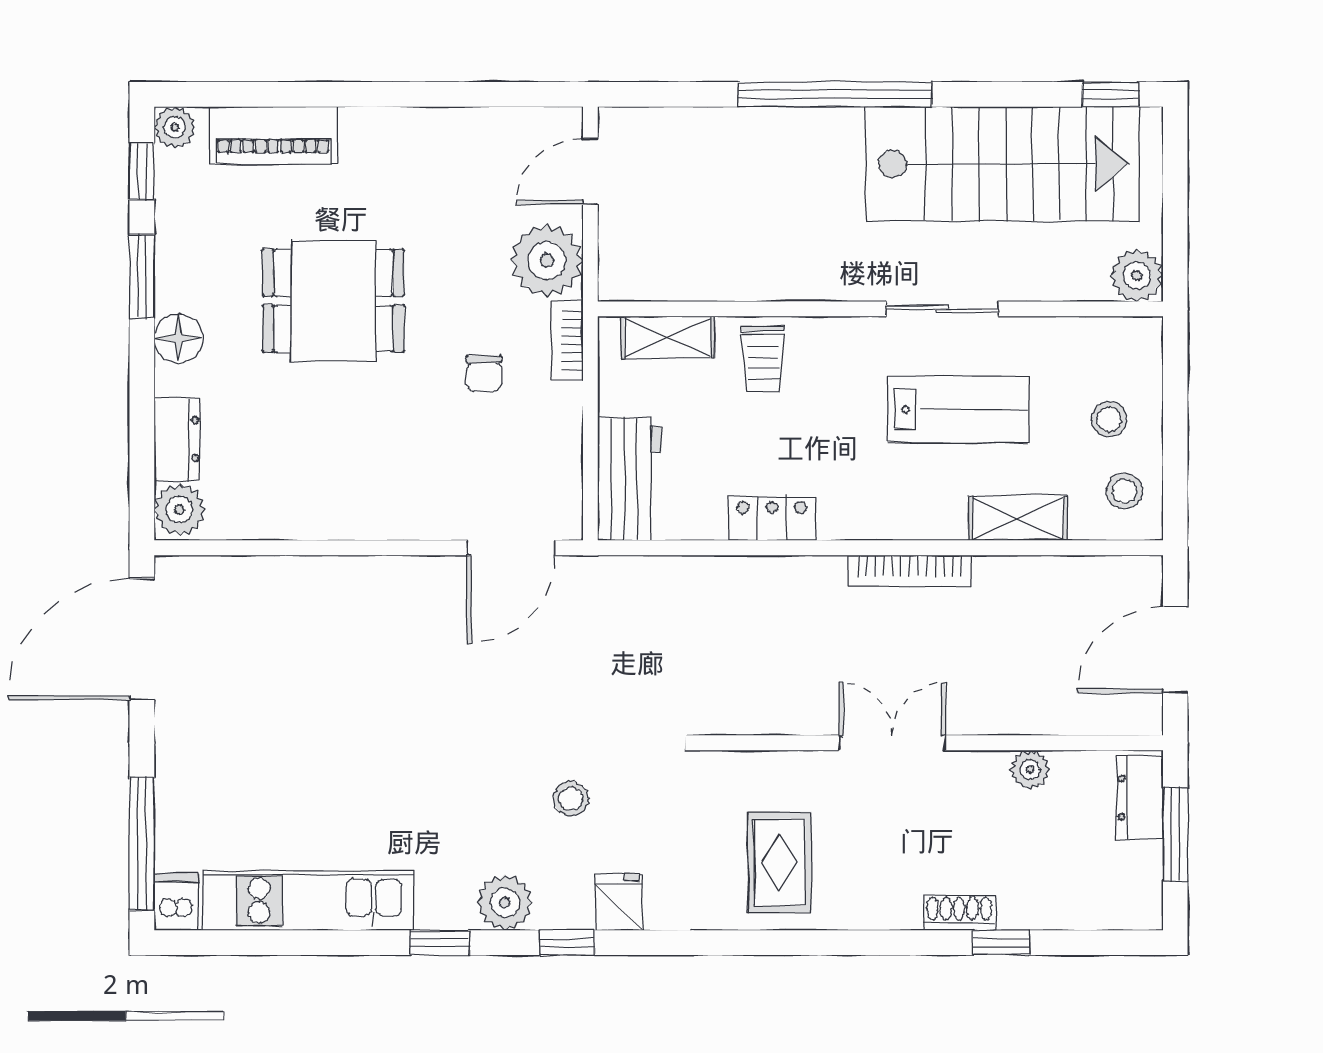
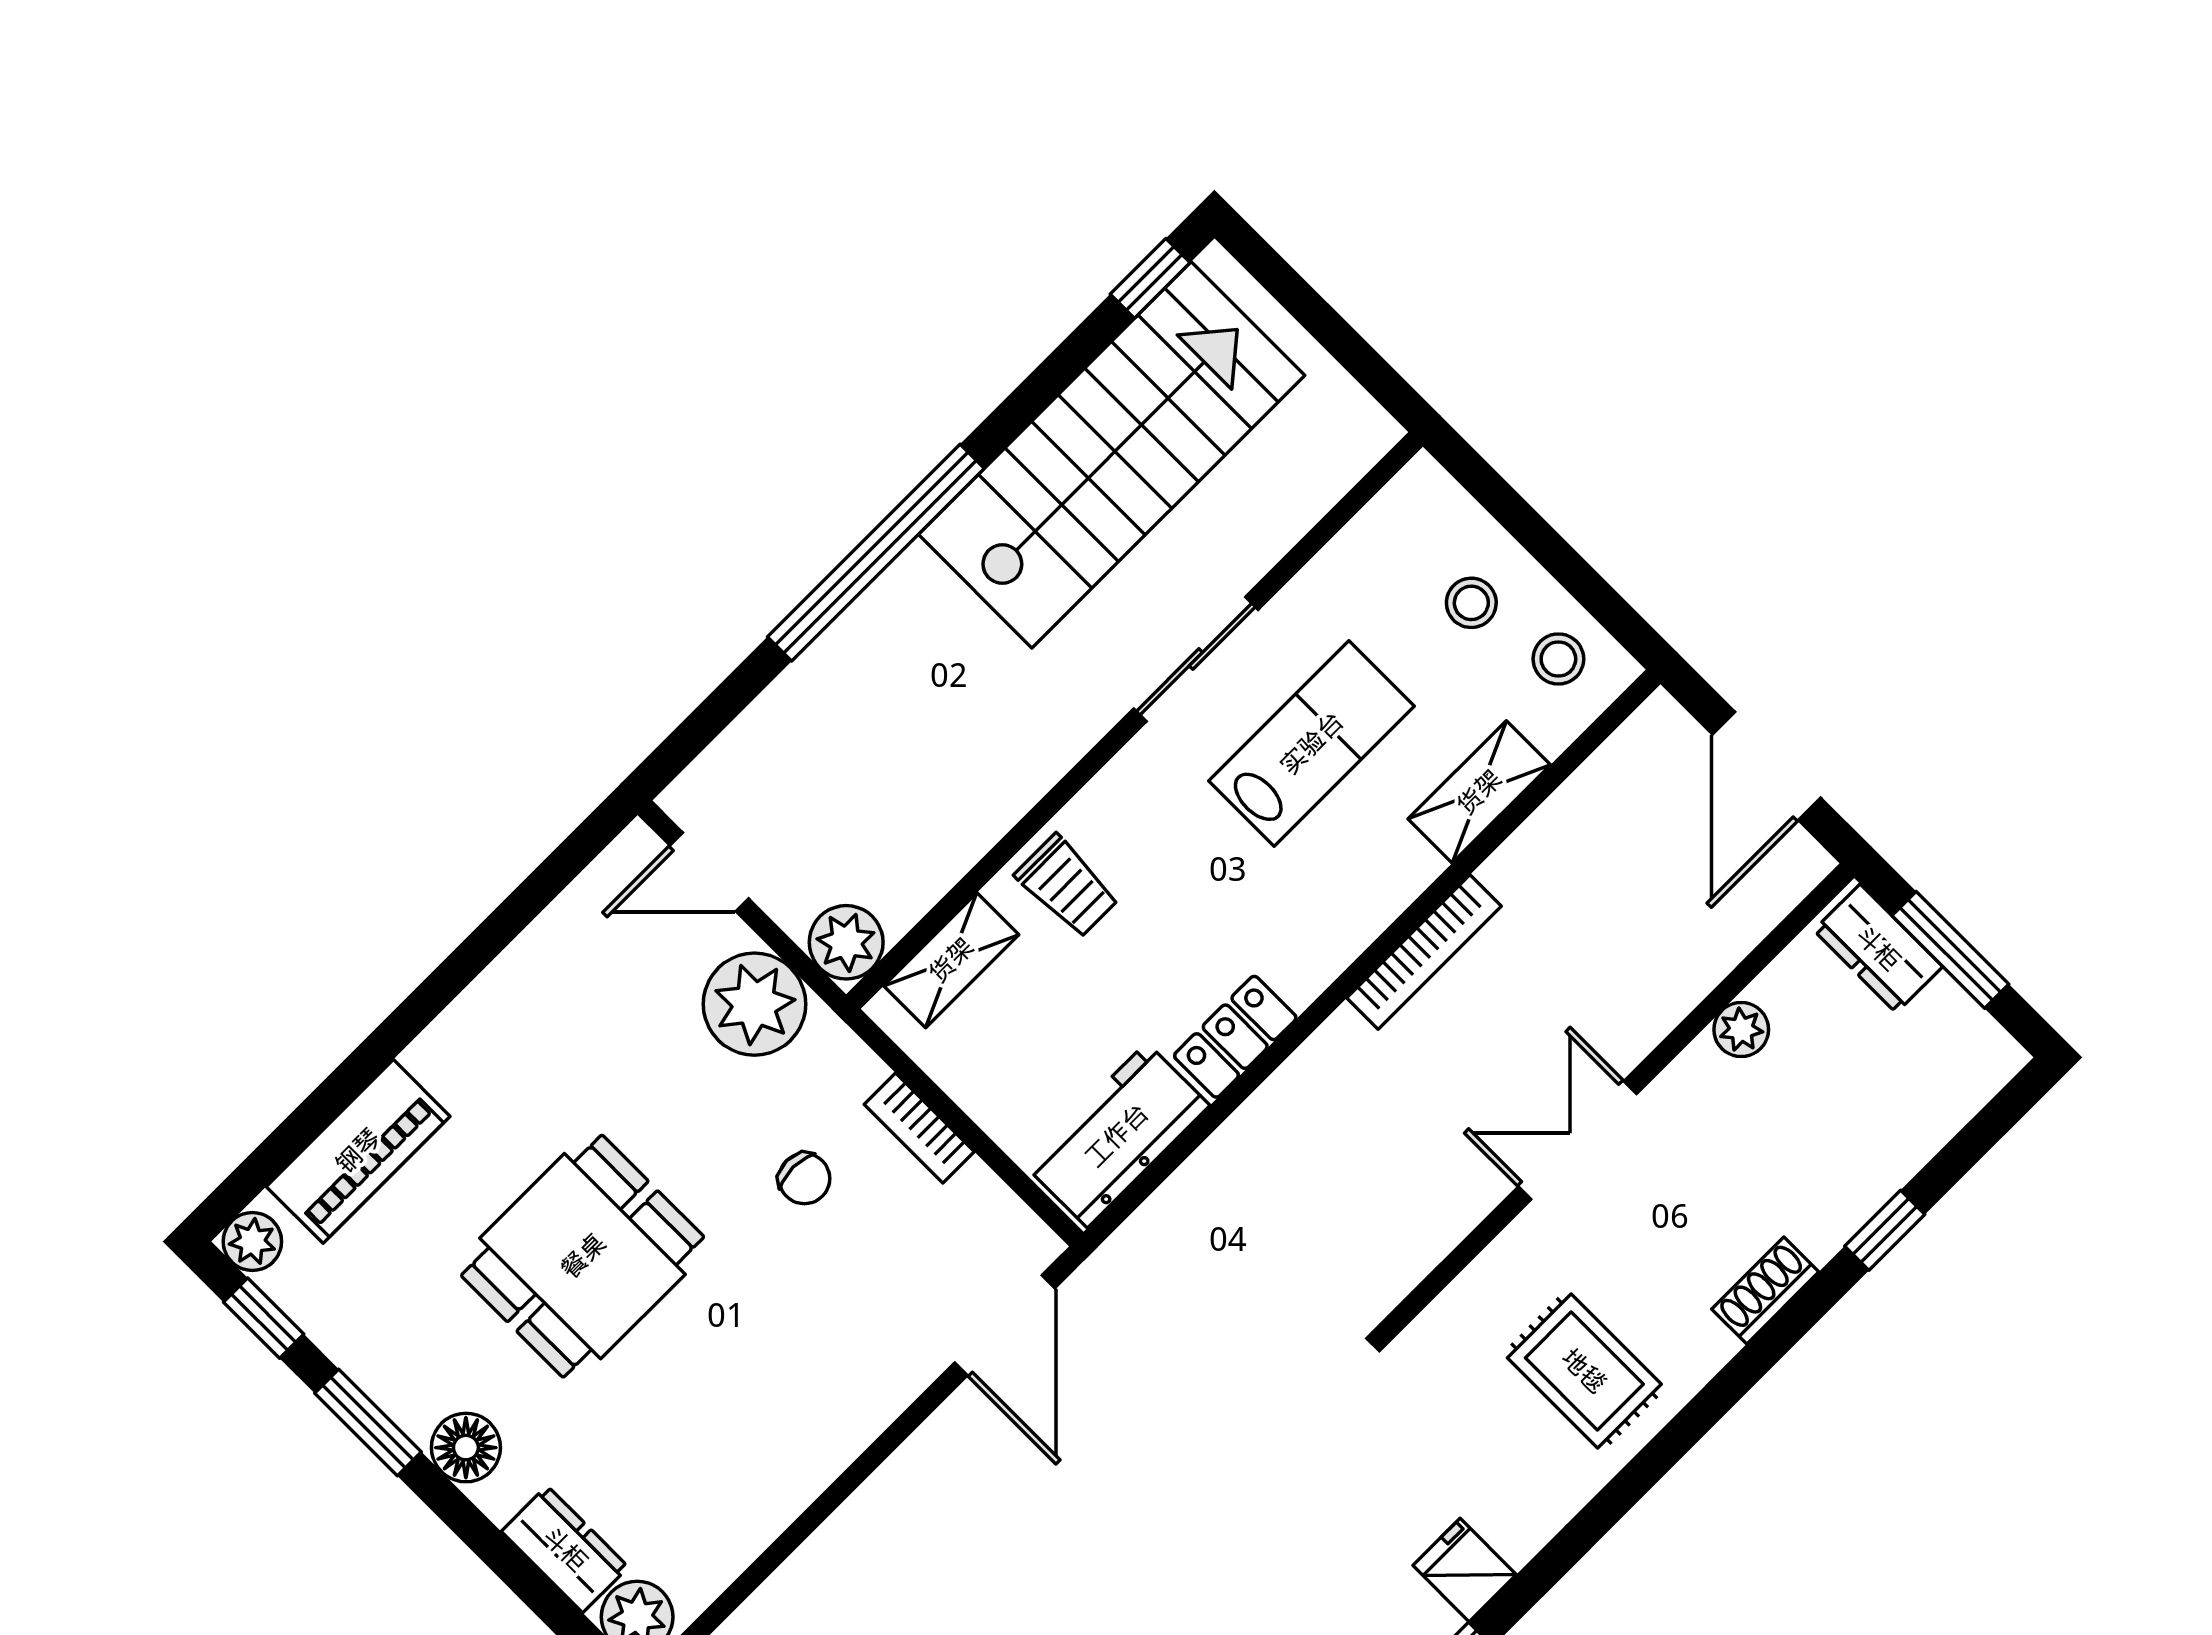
door: (590, 171) -> (709, 872), hinge flipped
plant: (1137, 275) -> (846, 942), moved
bookcase: (567, 340) -> (919, 1128), moved
workbench: (630, 479) -> (1117, 1135), moved, turned -90
stool: (571, 799) -> (1314, 1515), removed
shoe rack: (959, 913) -> (1765, 1291), moved

